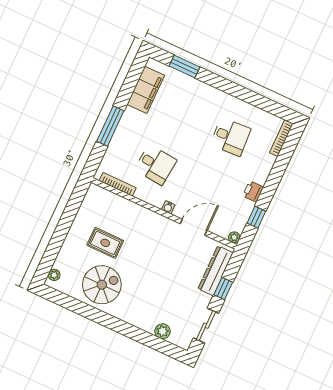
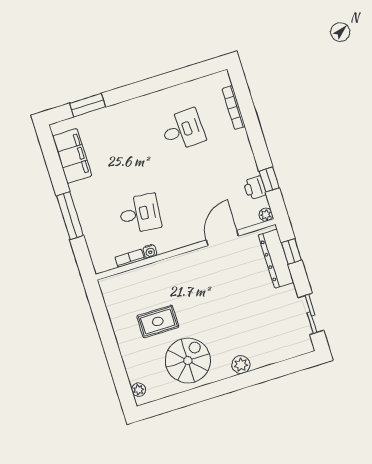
bookcase: (281, 138) -> (234, 108), moved
bookcase: (118, 184) -> (130, 258), width x0.64
printer: (253, 191) -> (255, 188), moved
water cooler: (168, 207) -> (150, 251), moved
window: (223, 288) -> (292, 251), moved
plant: (163, 331) -> (241, 365), moved

